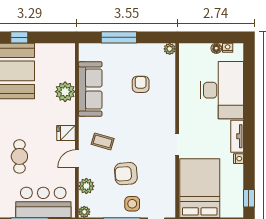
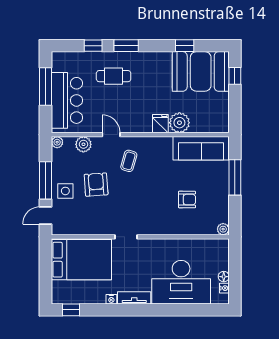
sofa: (90, 89) -> (201, 148), moved
fridge: (66, 133) -> (160, 124), moved

